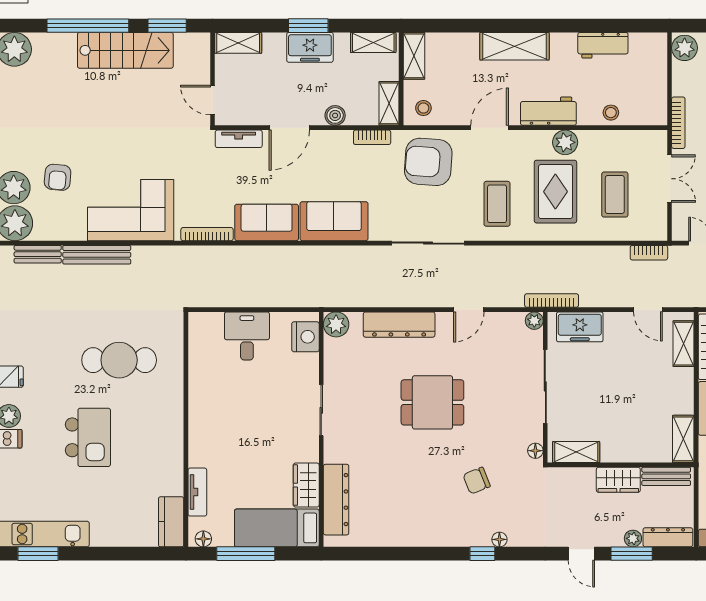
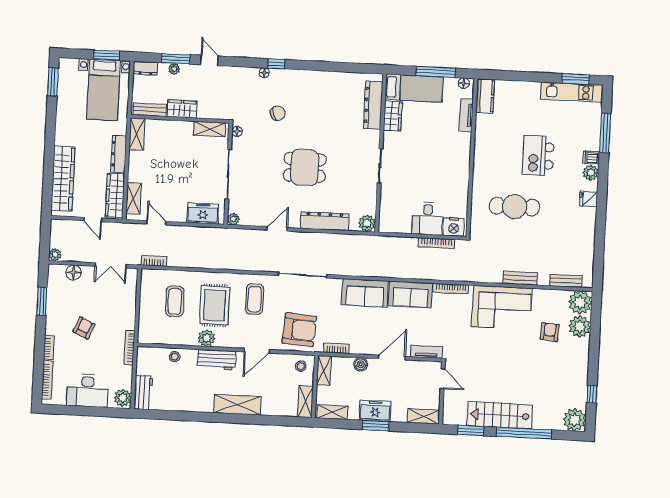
workbench: (603, 45) -> (143, 392), moved, turned 90
double door: (669, 179) -> (137, 310), removed
bench: (97, 255) -> (520, 278), width x0.73
bookcase: (552, 300) -> (436, 243), moved
nightstand: (305, 337) -> (454, 227), moved, turned -90
dresser: (668, 537) -> (146, 68), width x0.70

